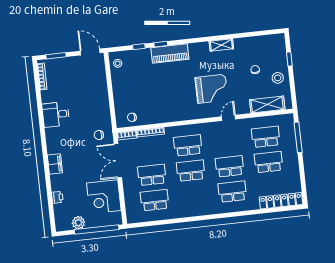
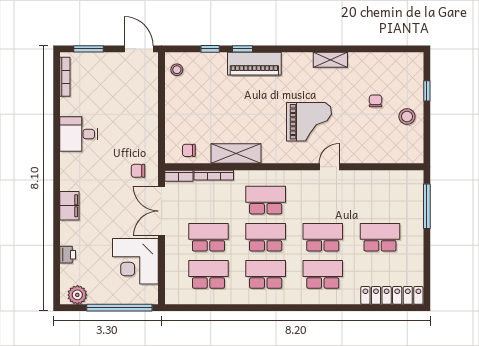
shelving: (267, 105) -> (236, 154), moved
school desk: (266, 137) -> (266, 274), moved
plant: (78, 223) -> (77, 295), moved

